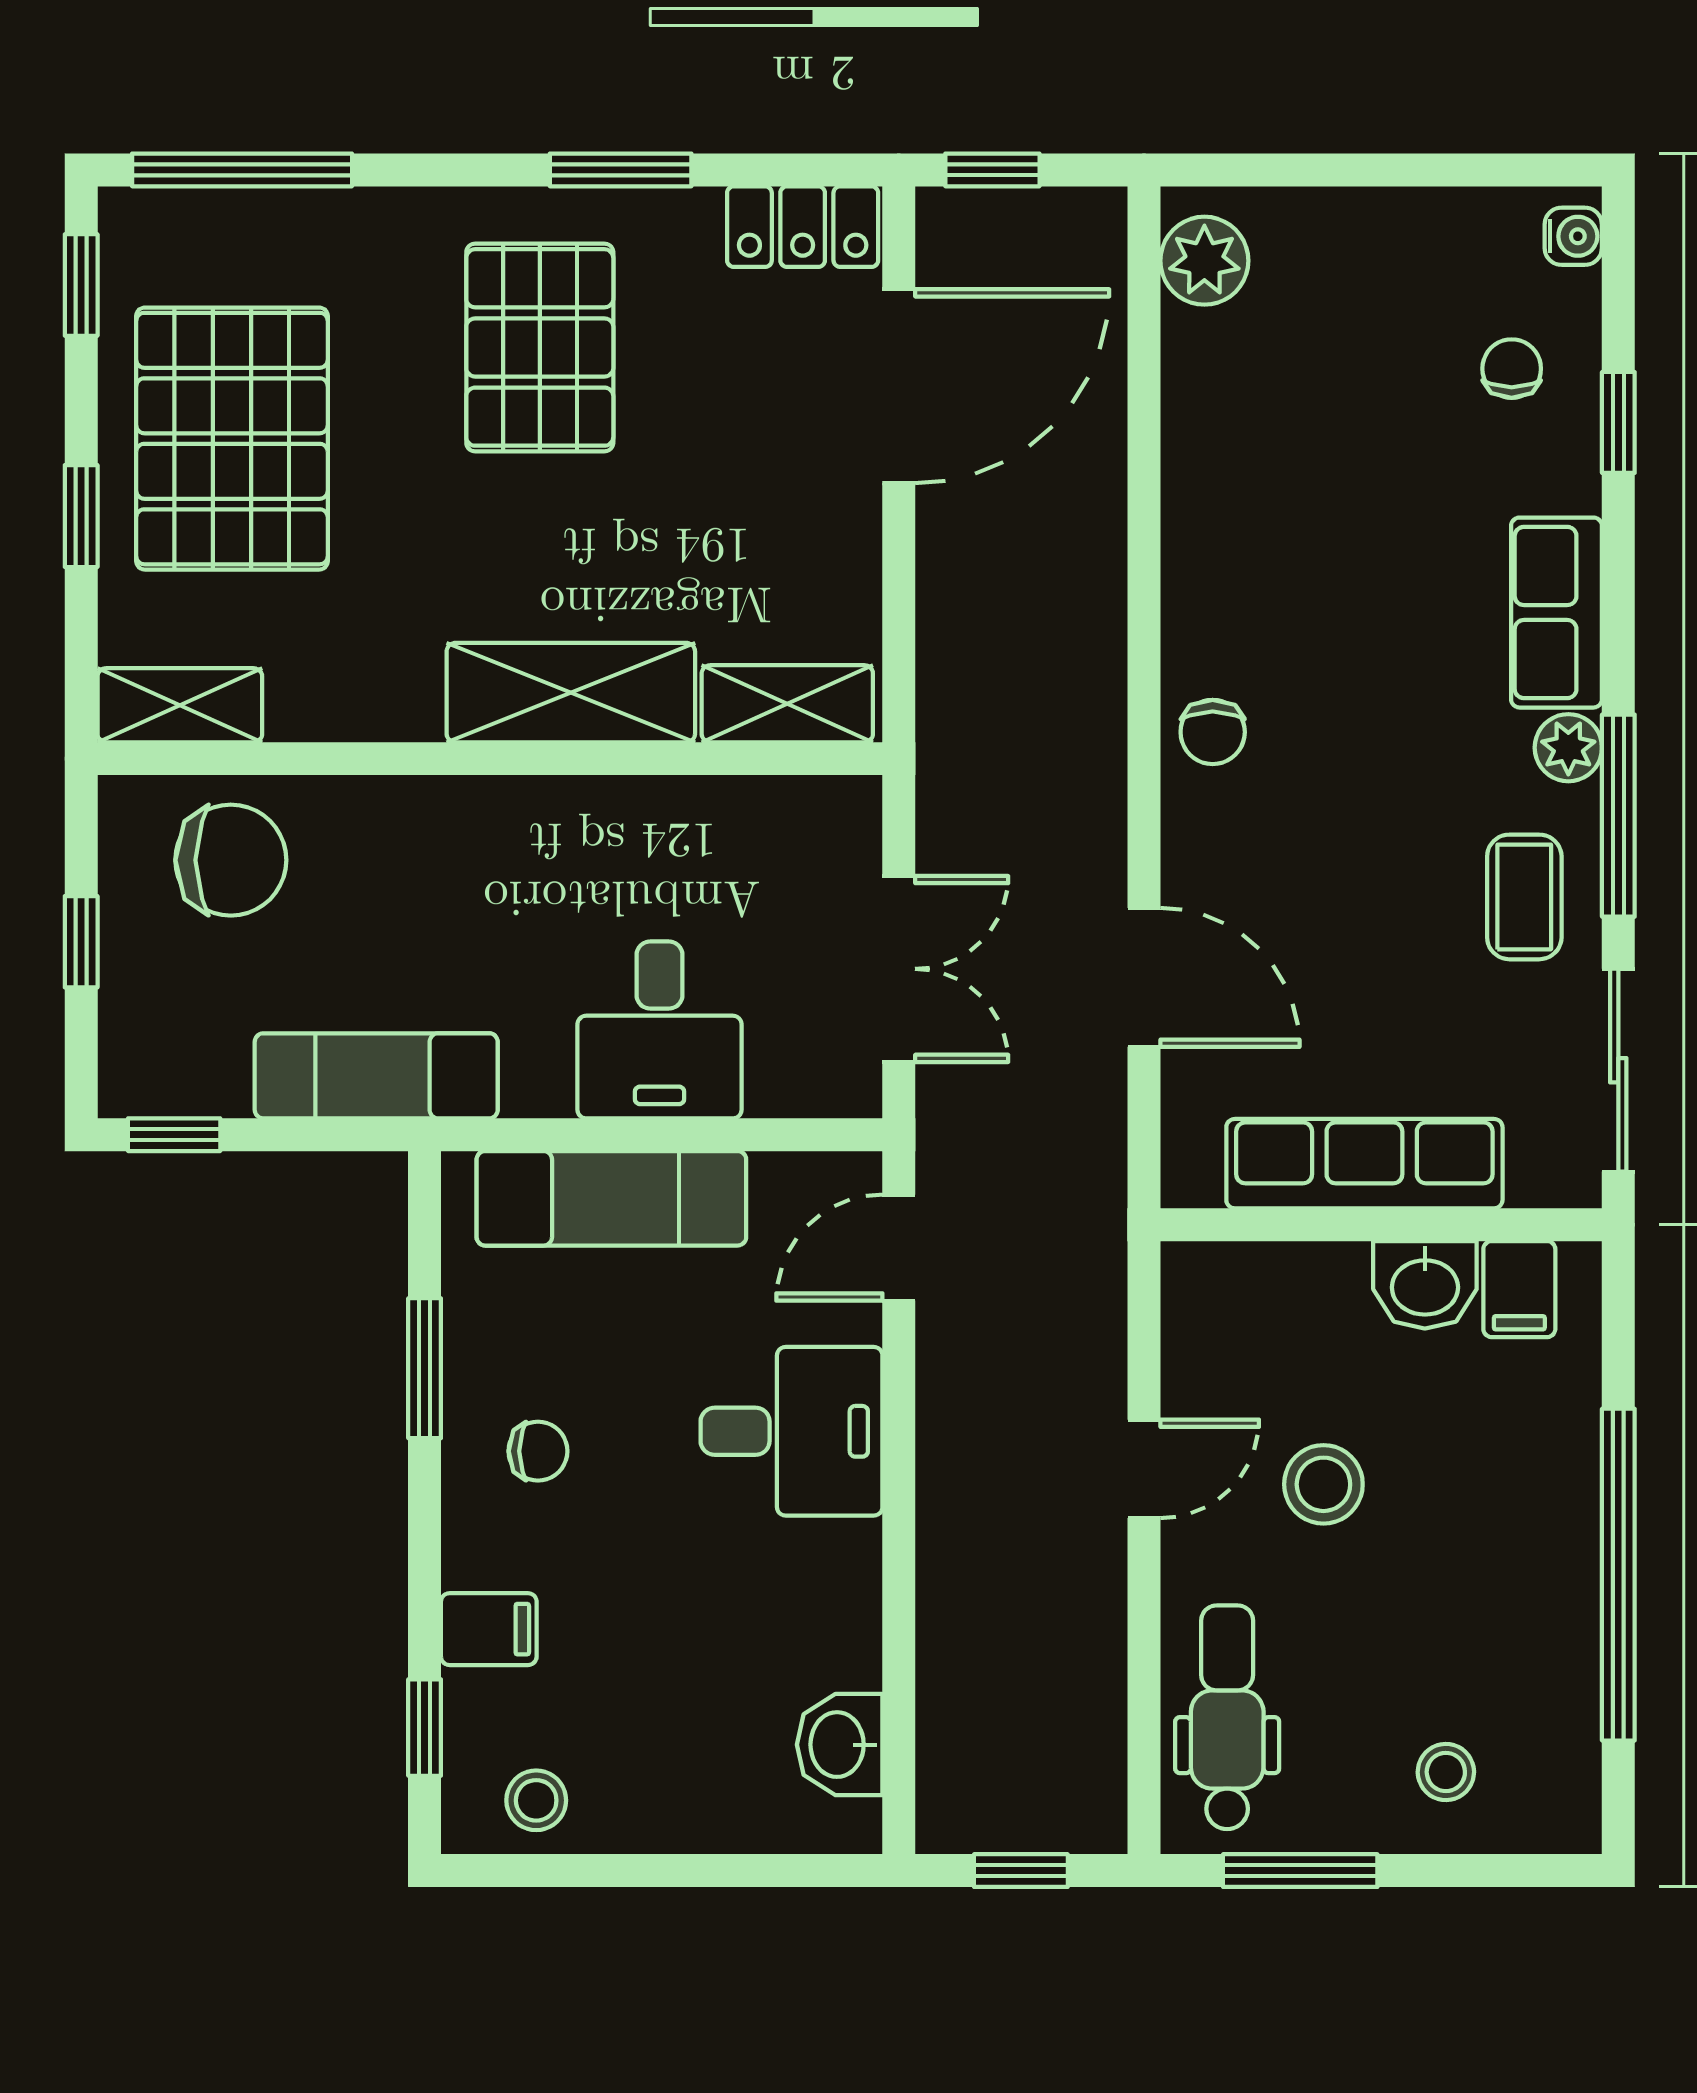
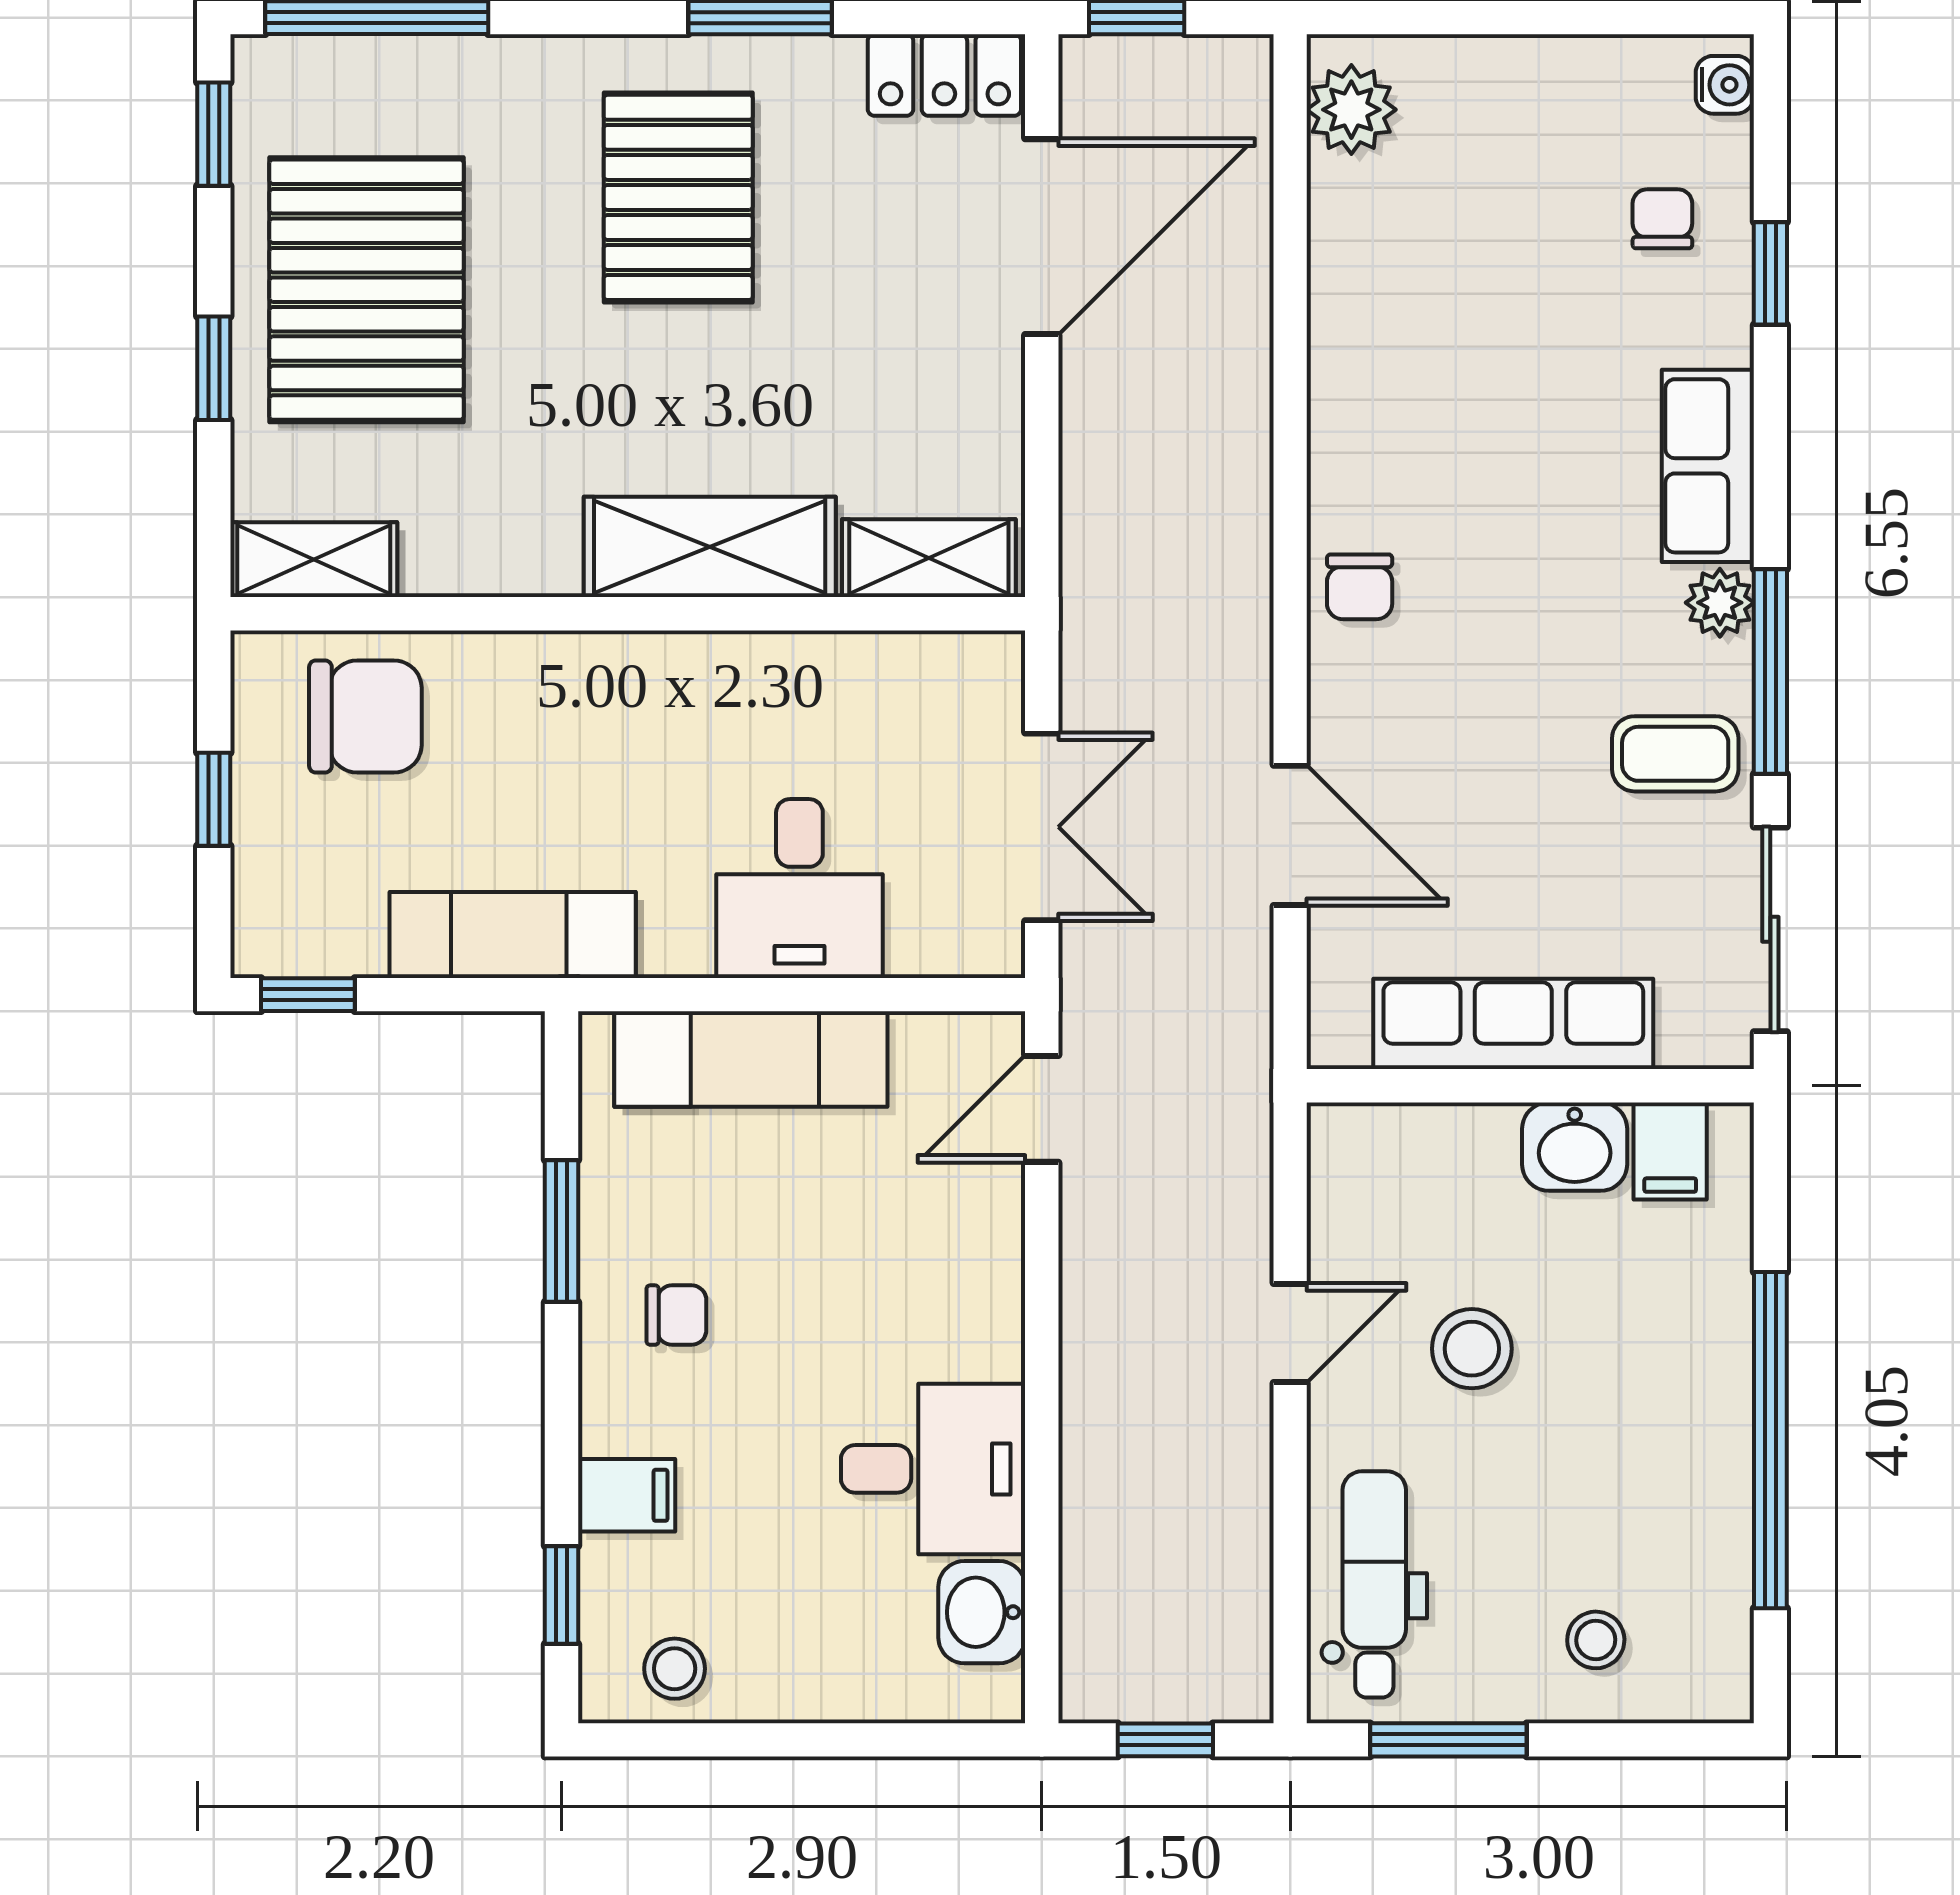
coffee table: (1524, 897) -> (1675, 754), turned 90
desk: (791, 1431) -> (933, 1469), moved

